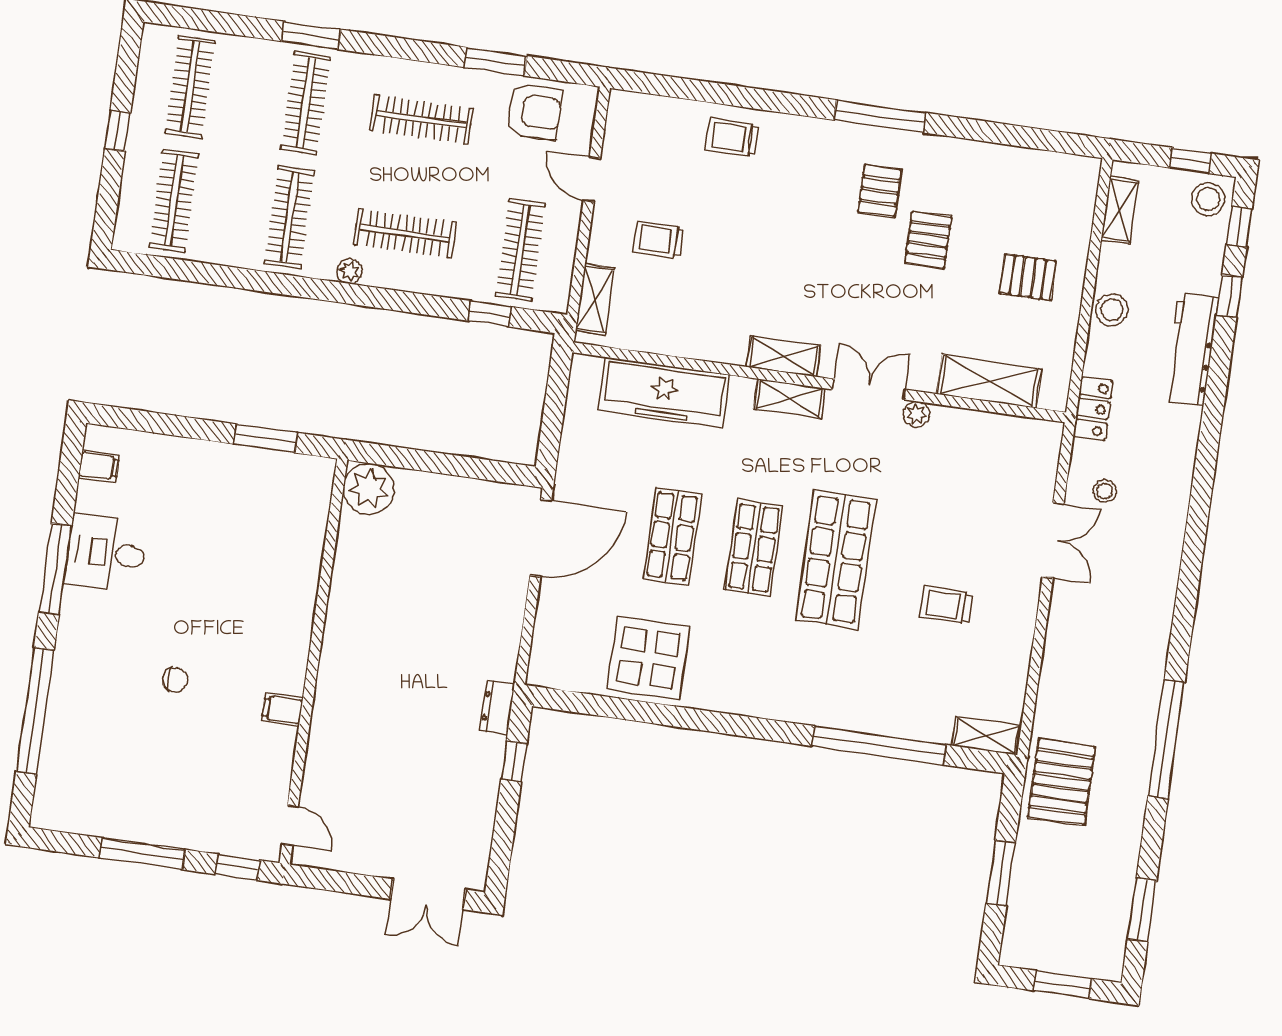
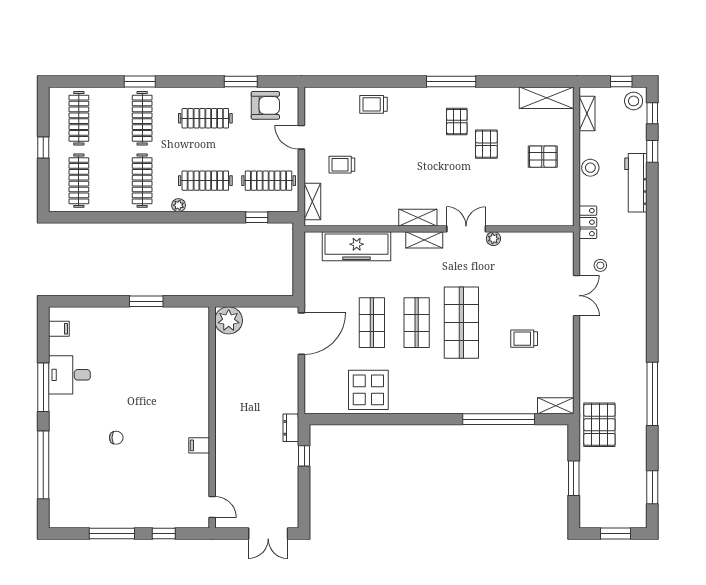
clothes rail: (520, 250) -> (269, 181), turned 90
shelving: (989, 381) -> (547, 98), moved
plant: (369, 489) -> (229, 320), moved
wall: (313, 662) -> (212, 417), moved
filing cabinet: (282, 710) -> (199, 445), moved
door: (290, 825) -> (212, 507), moved

